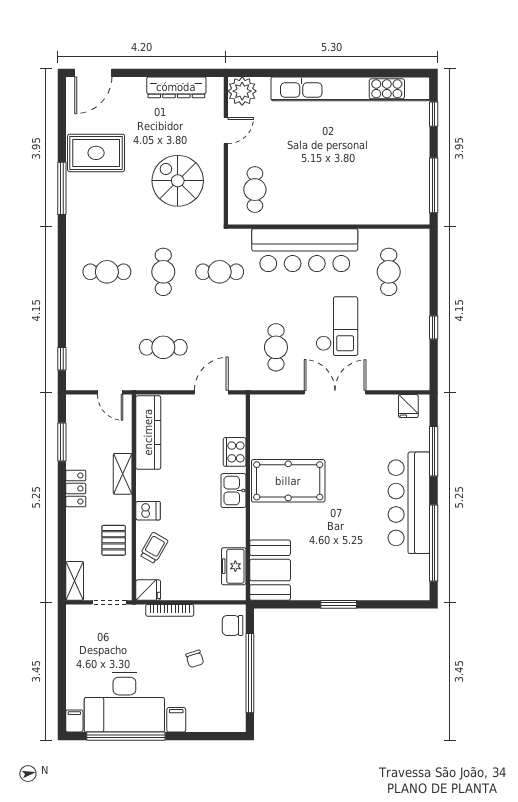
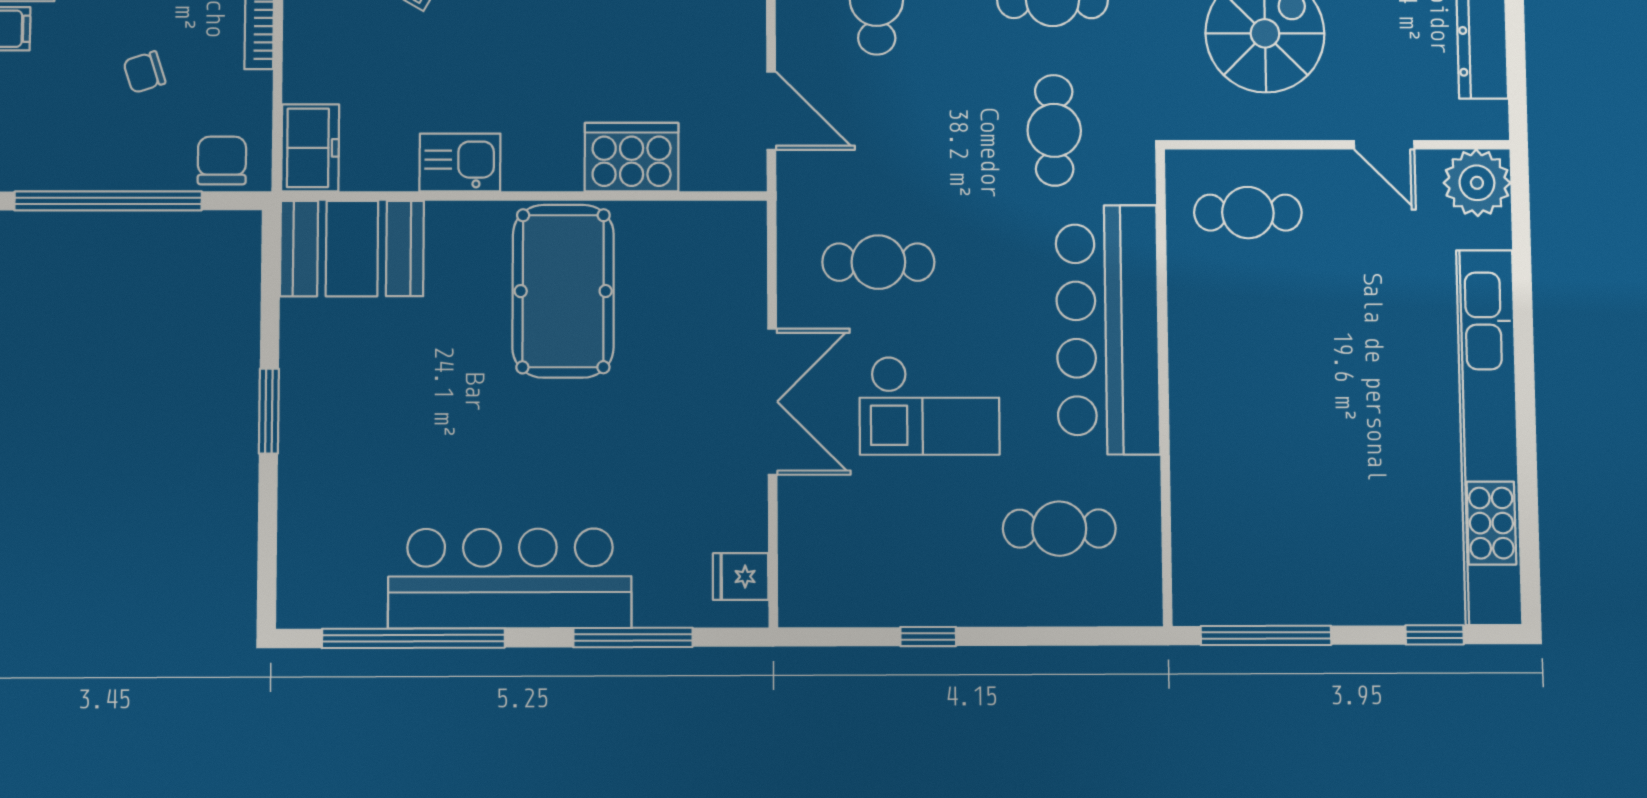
cooker: (235, 452) -> (632, 157), width x1.37, depth x1.31
kitchen sink: (233, 490) -> (460, 162), moved
freezer: (234, 566) -> (310, 148), moved, turned 90

